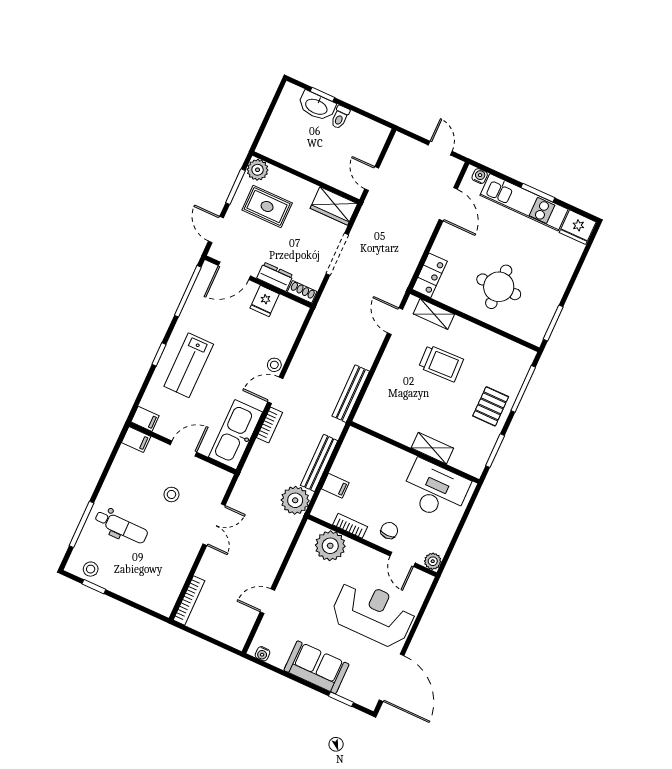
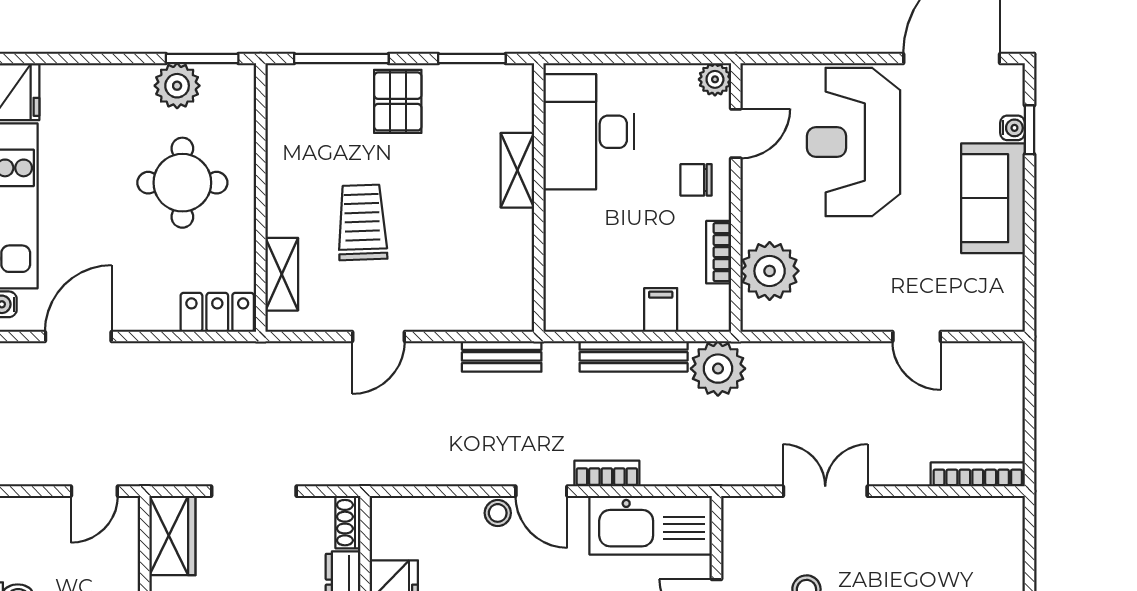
plant: (546, 305) -> (177, 86), added
door: (395, 321) -> (378, 337), moved
bench: (351, 394) -> (502, 356), width x0.73
pallet: (491, 406) -> (398, 101), turned 90
water cooler: (263, 654) -> (1012, 128), moved

